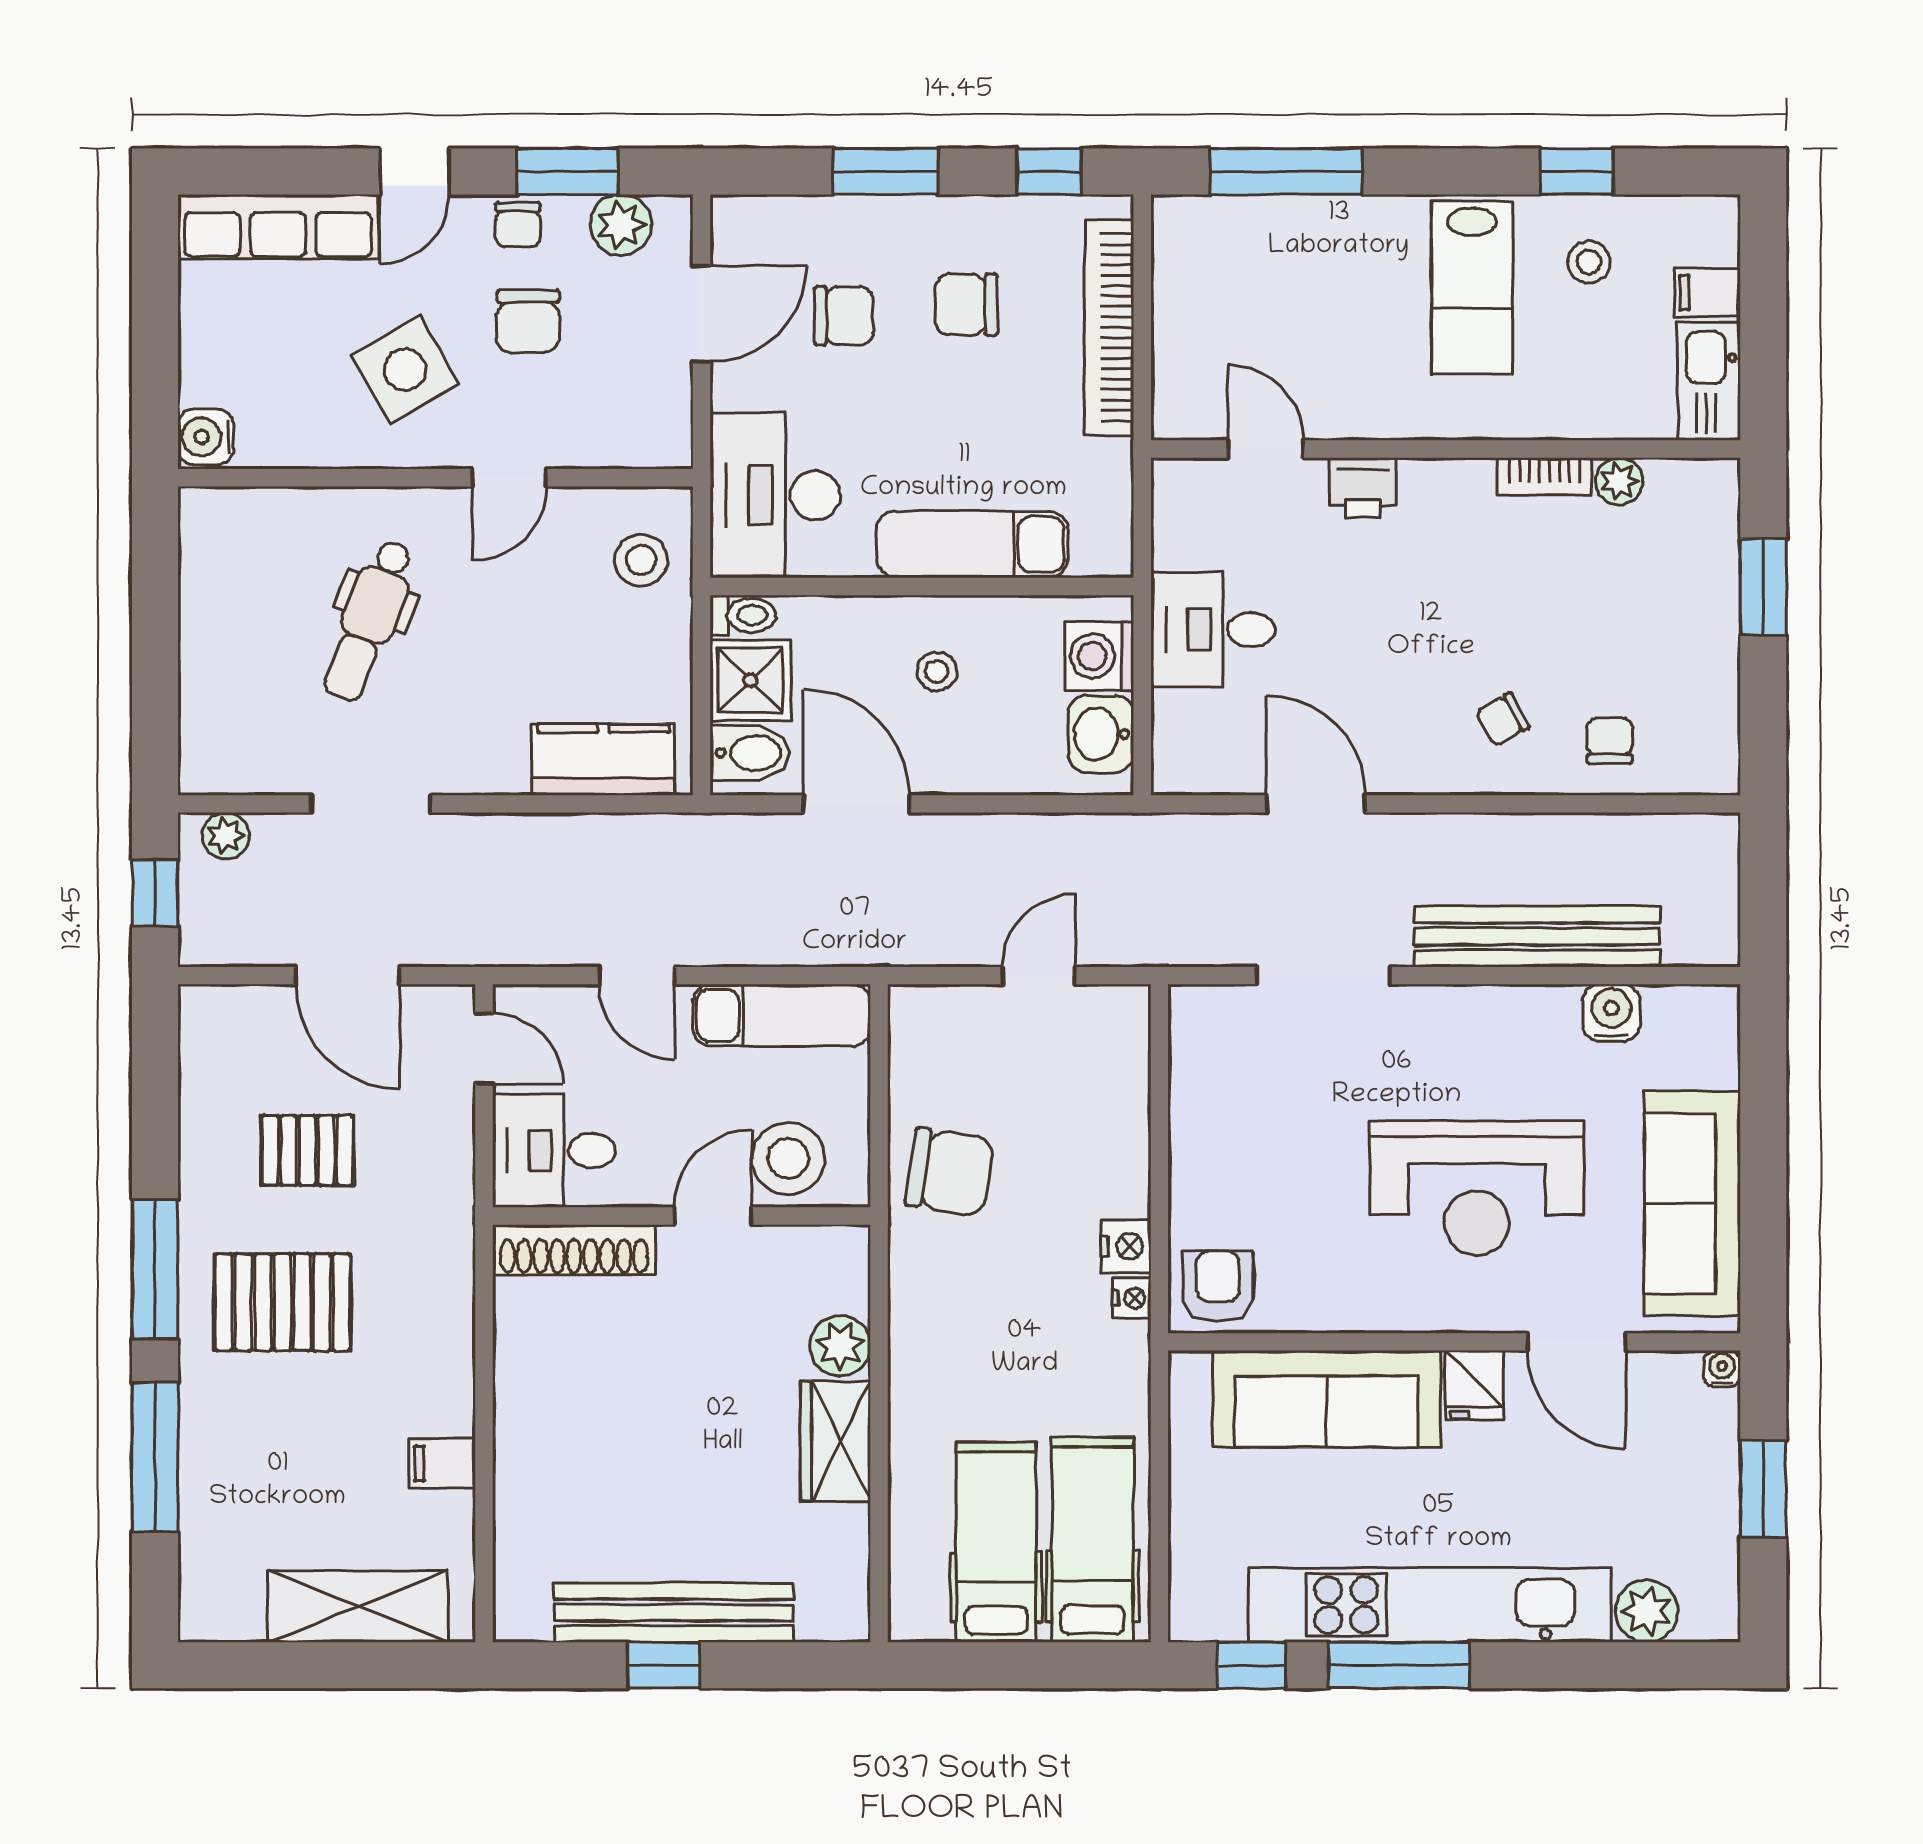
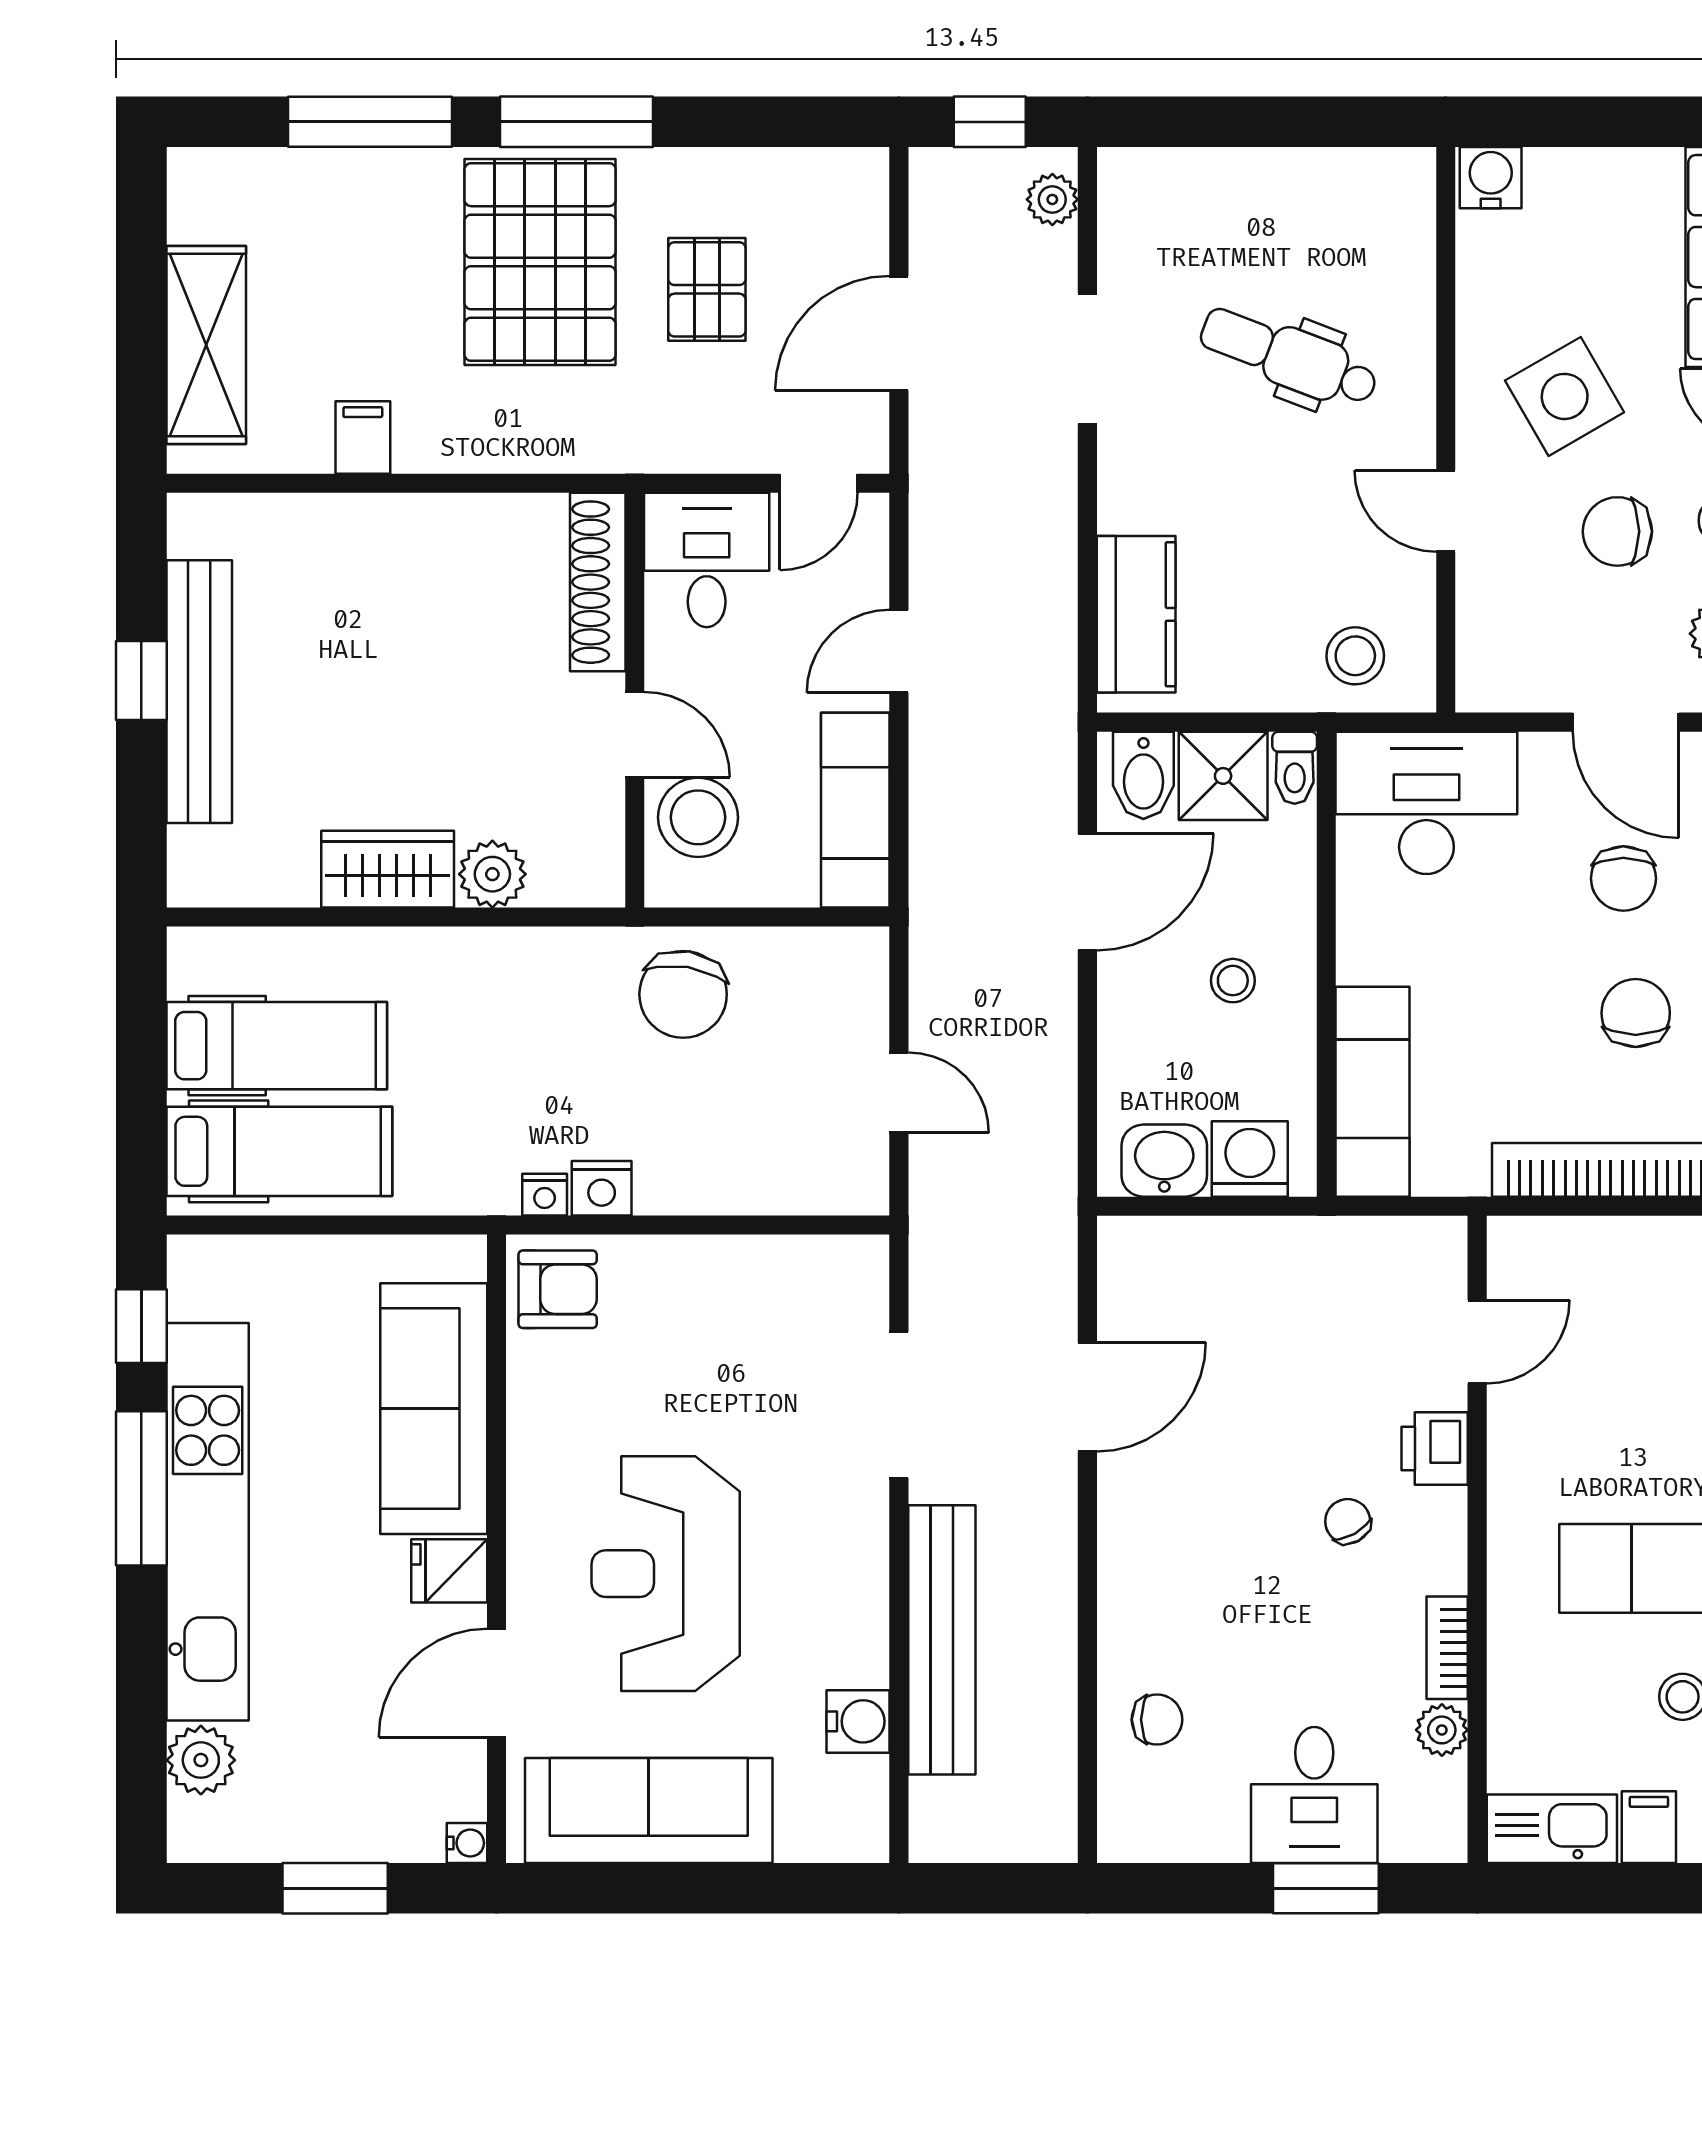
exam couch: (972, 544) -> (1373, 1092), moved
desk: (1213, 630) -> (1314, 1795), moved, turned 180
chair: (1502, 719) -> (1348, 1521), moved
pallet: (283, 1302) -> (540, 262), width x1.37, depth x1.41

